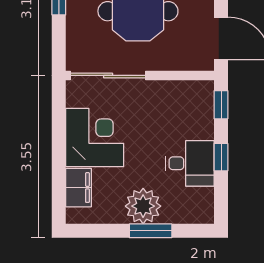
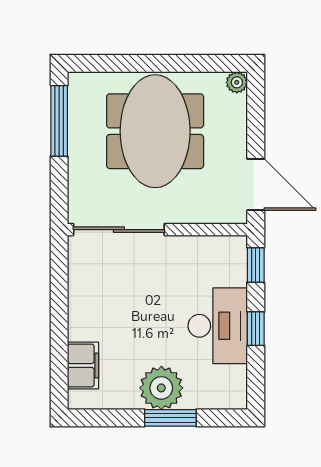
corner desk: (95, 138) -> (103, 305), removed
desk: (190, 163) -> (218, 326), width x1.37

